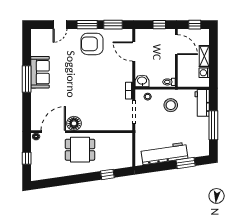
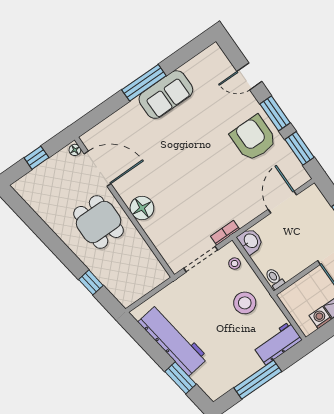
floor lamp: (74, 123) -> (142, 208), moved

